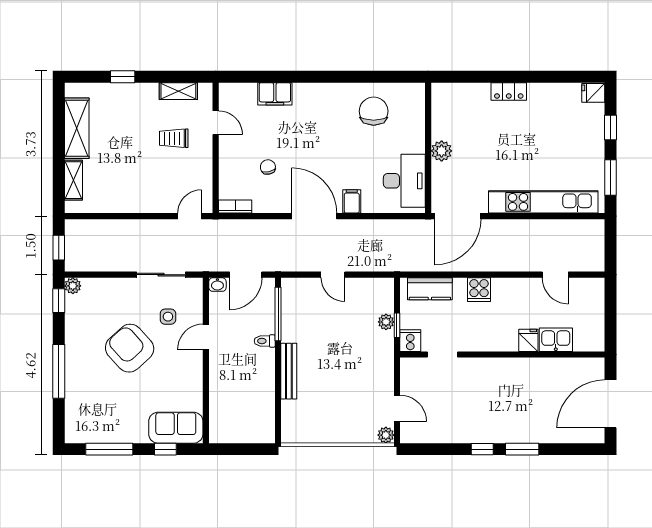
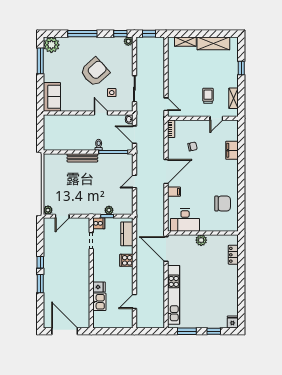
locker: (509, 92) -> (233, 255), moved
plant: (79, 428) -> (51, 45), added
window: (165, 449) -> (40, 91), removed

